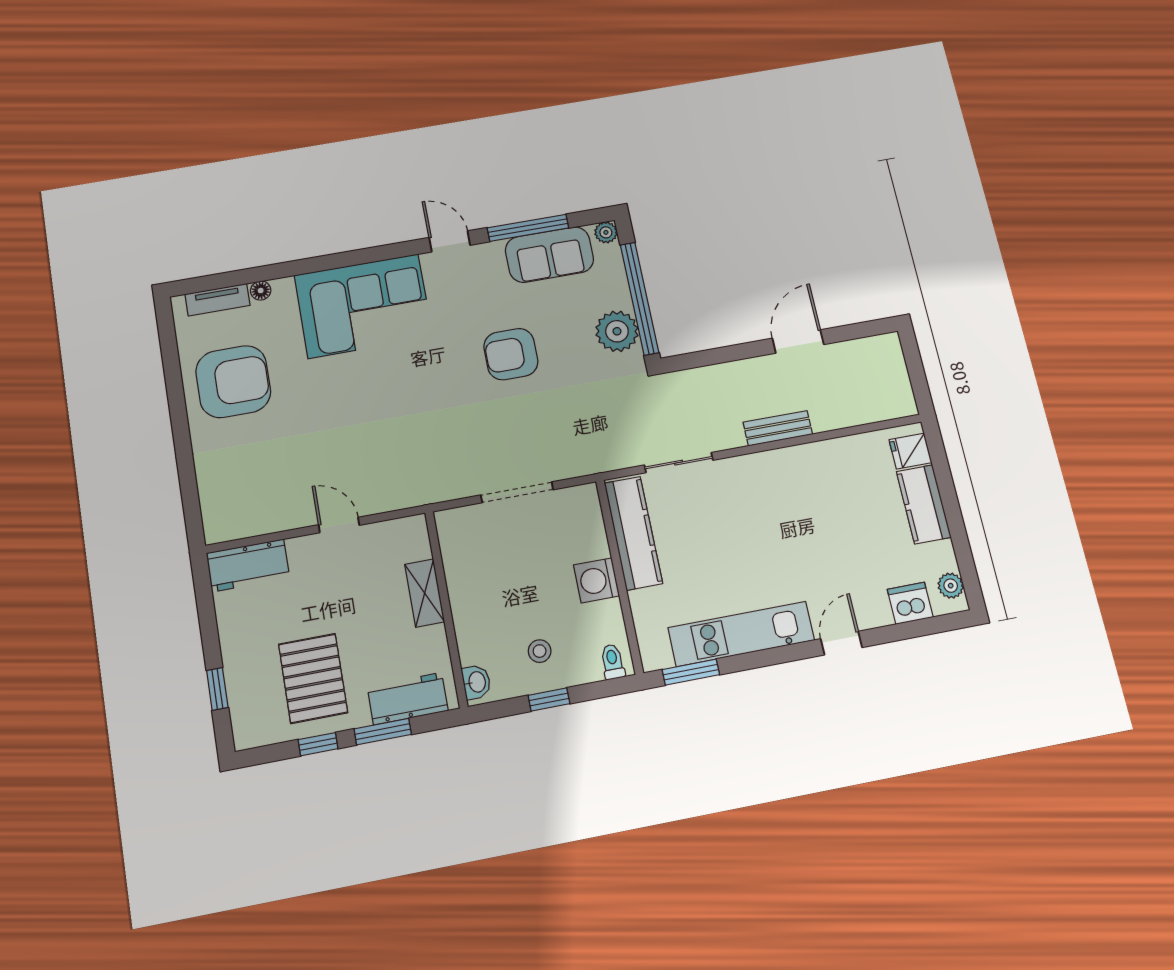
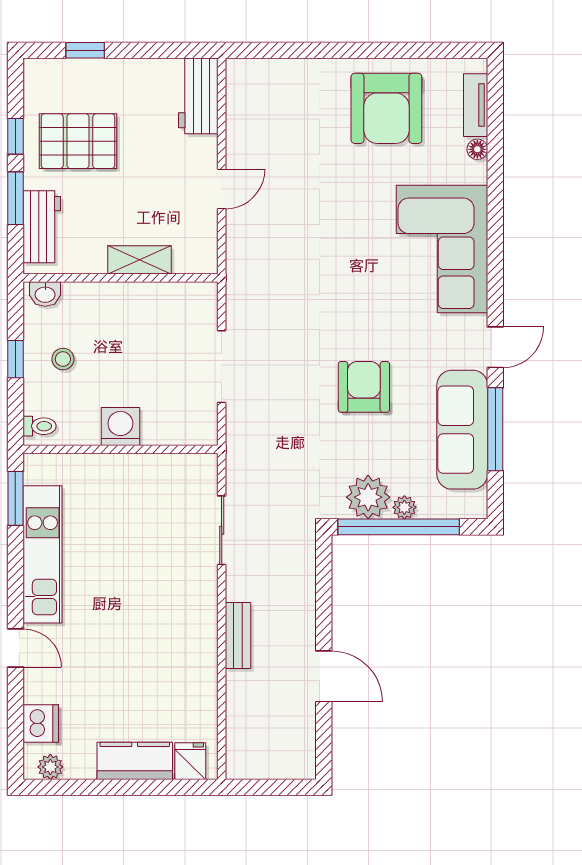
plant: (606, 232) -> (404, 507), moved
sofa: (549, 255) -> (462, 430), width x1.36
kitchen counter: (633, 533) -> (160, 471), removed

